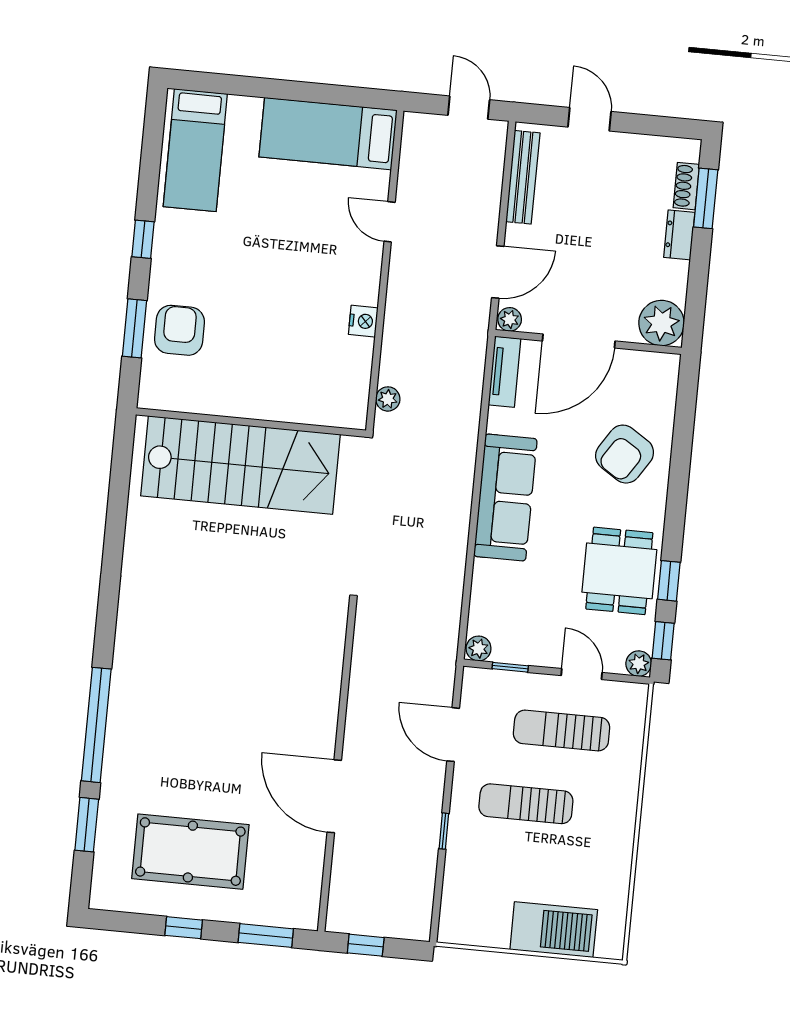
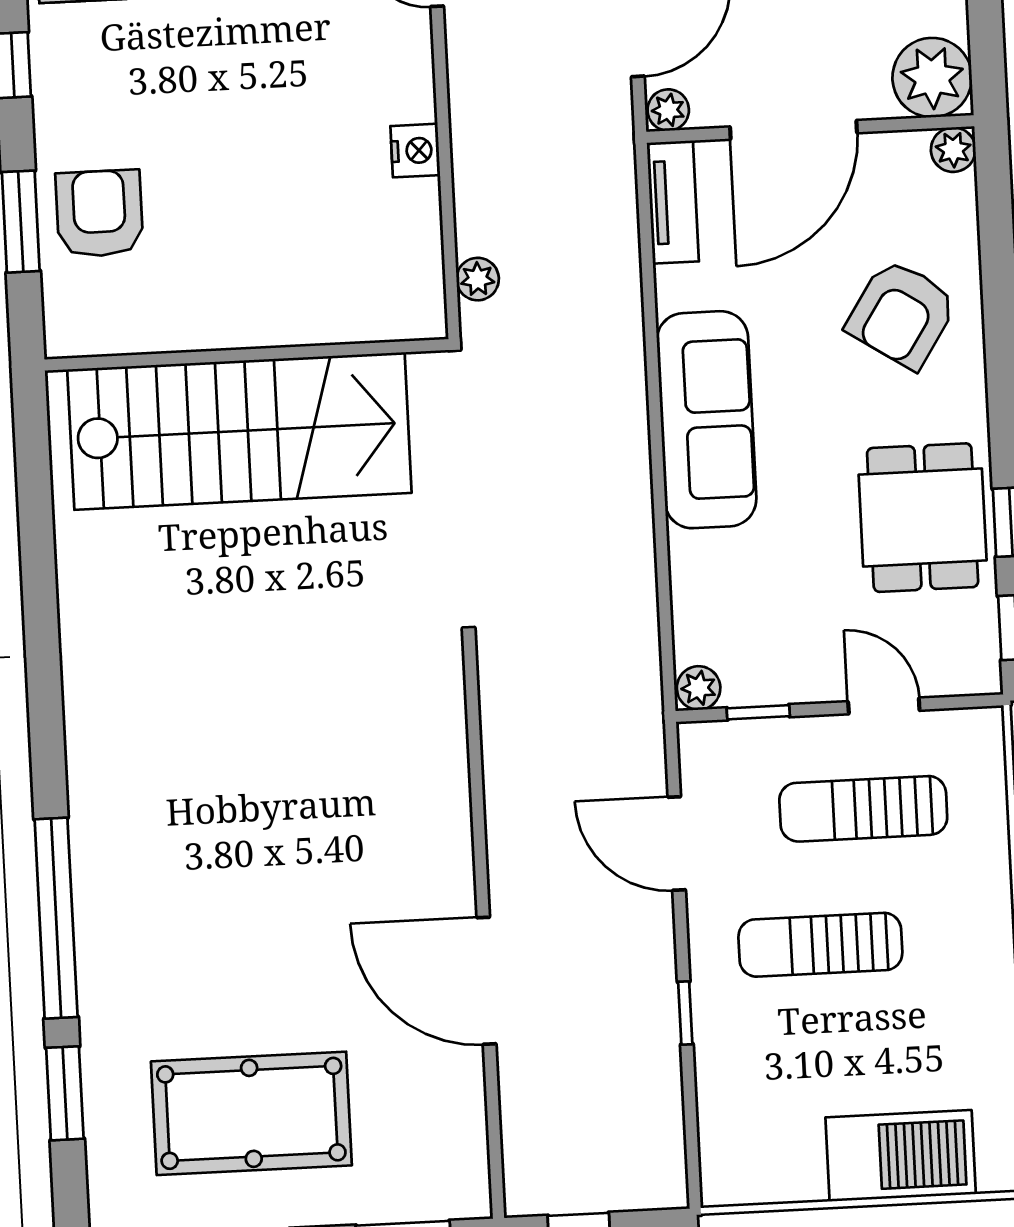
plant: (639, 664) -> (953, 150), moved

